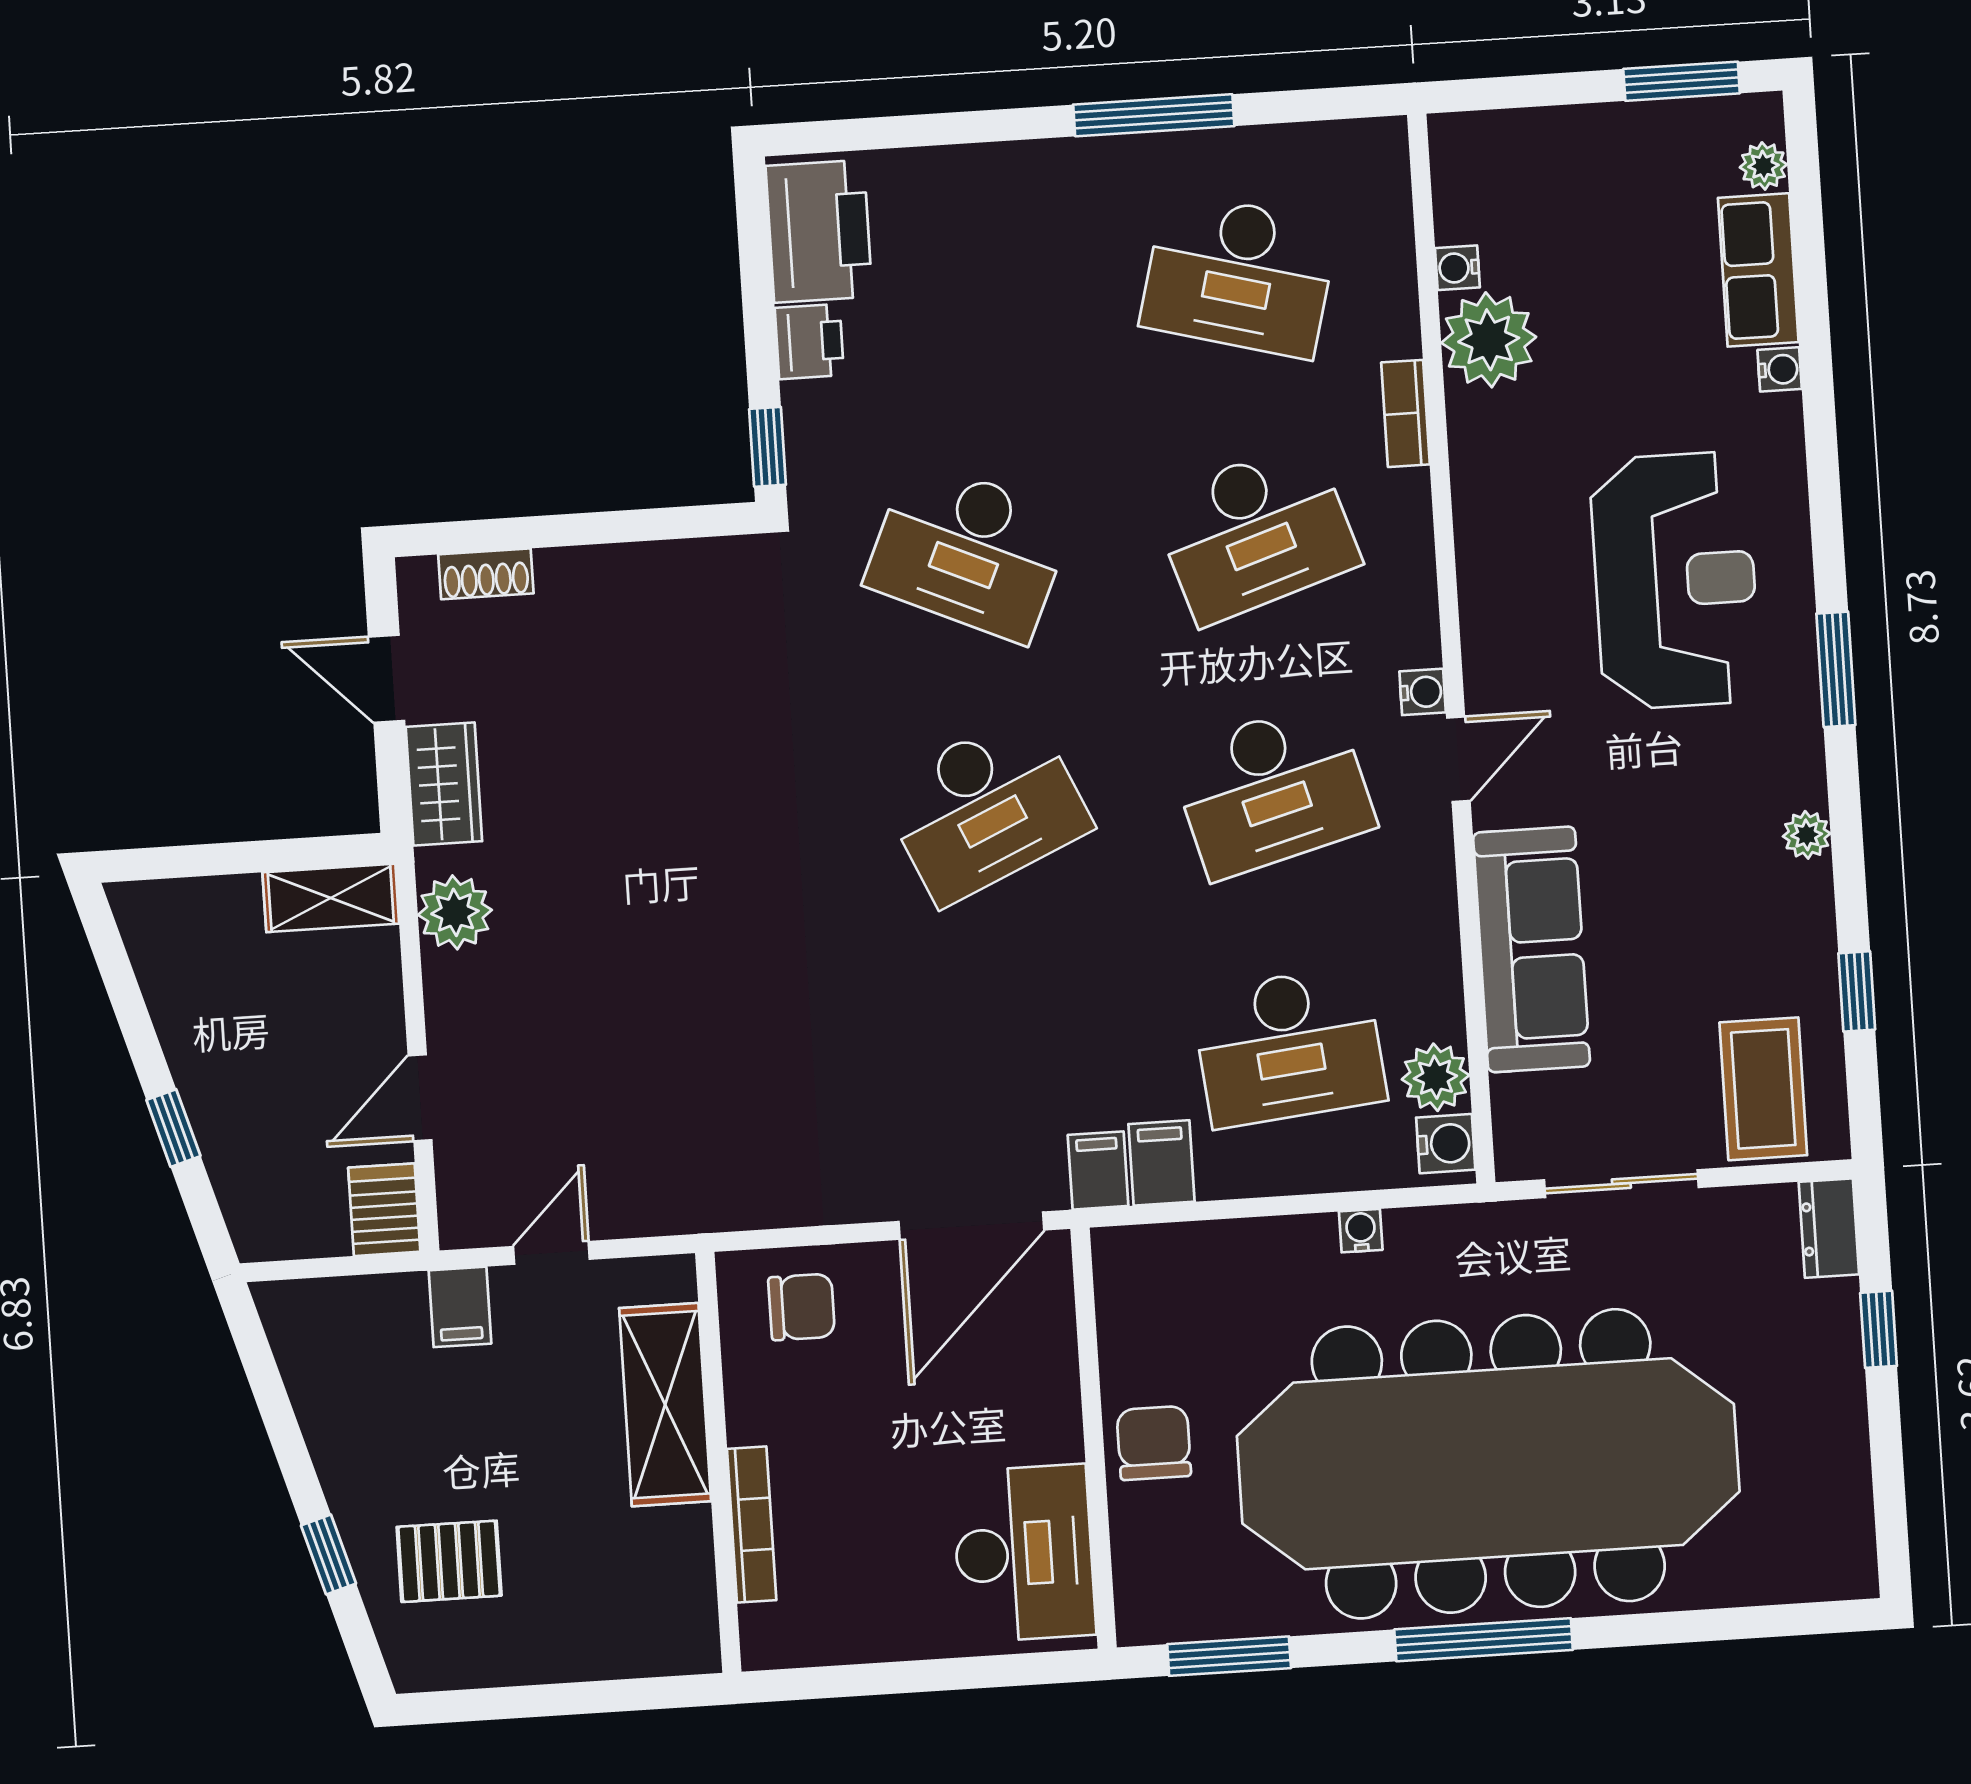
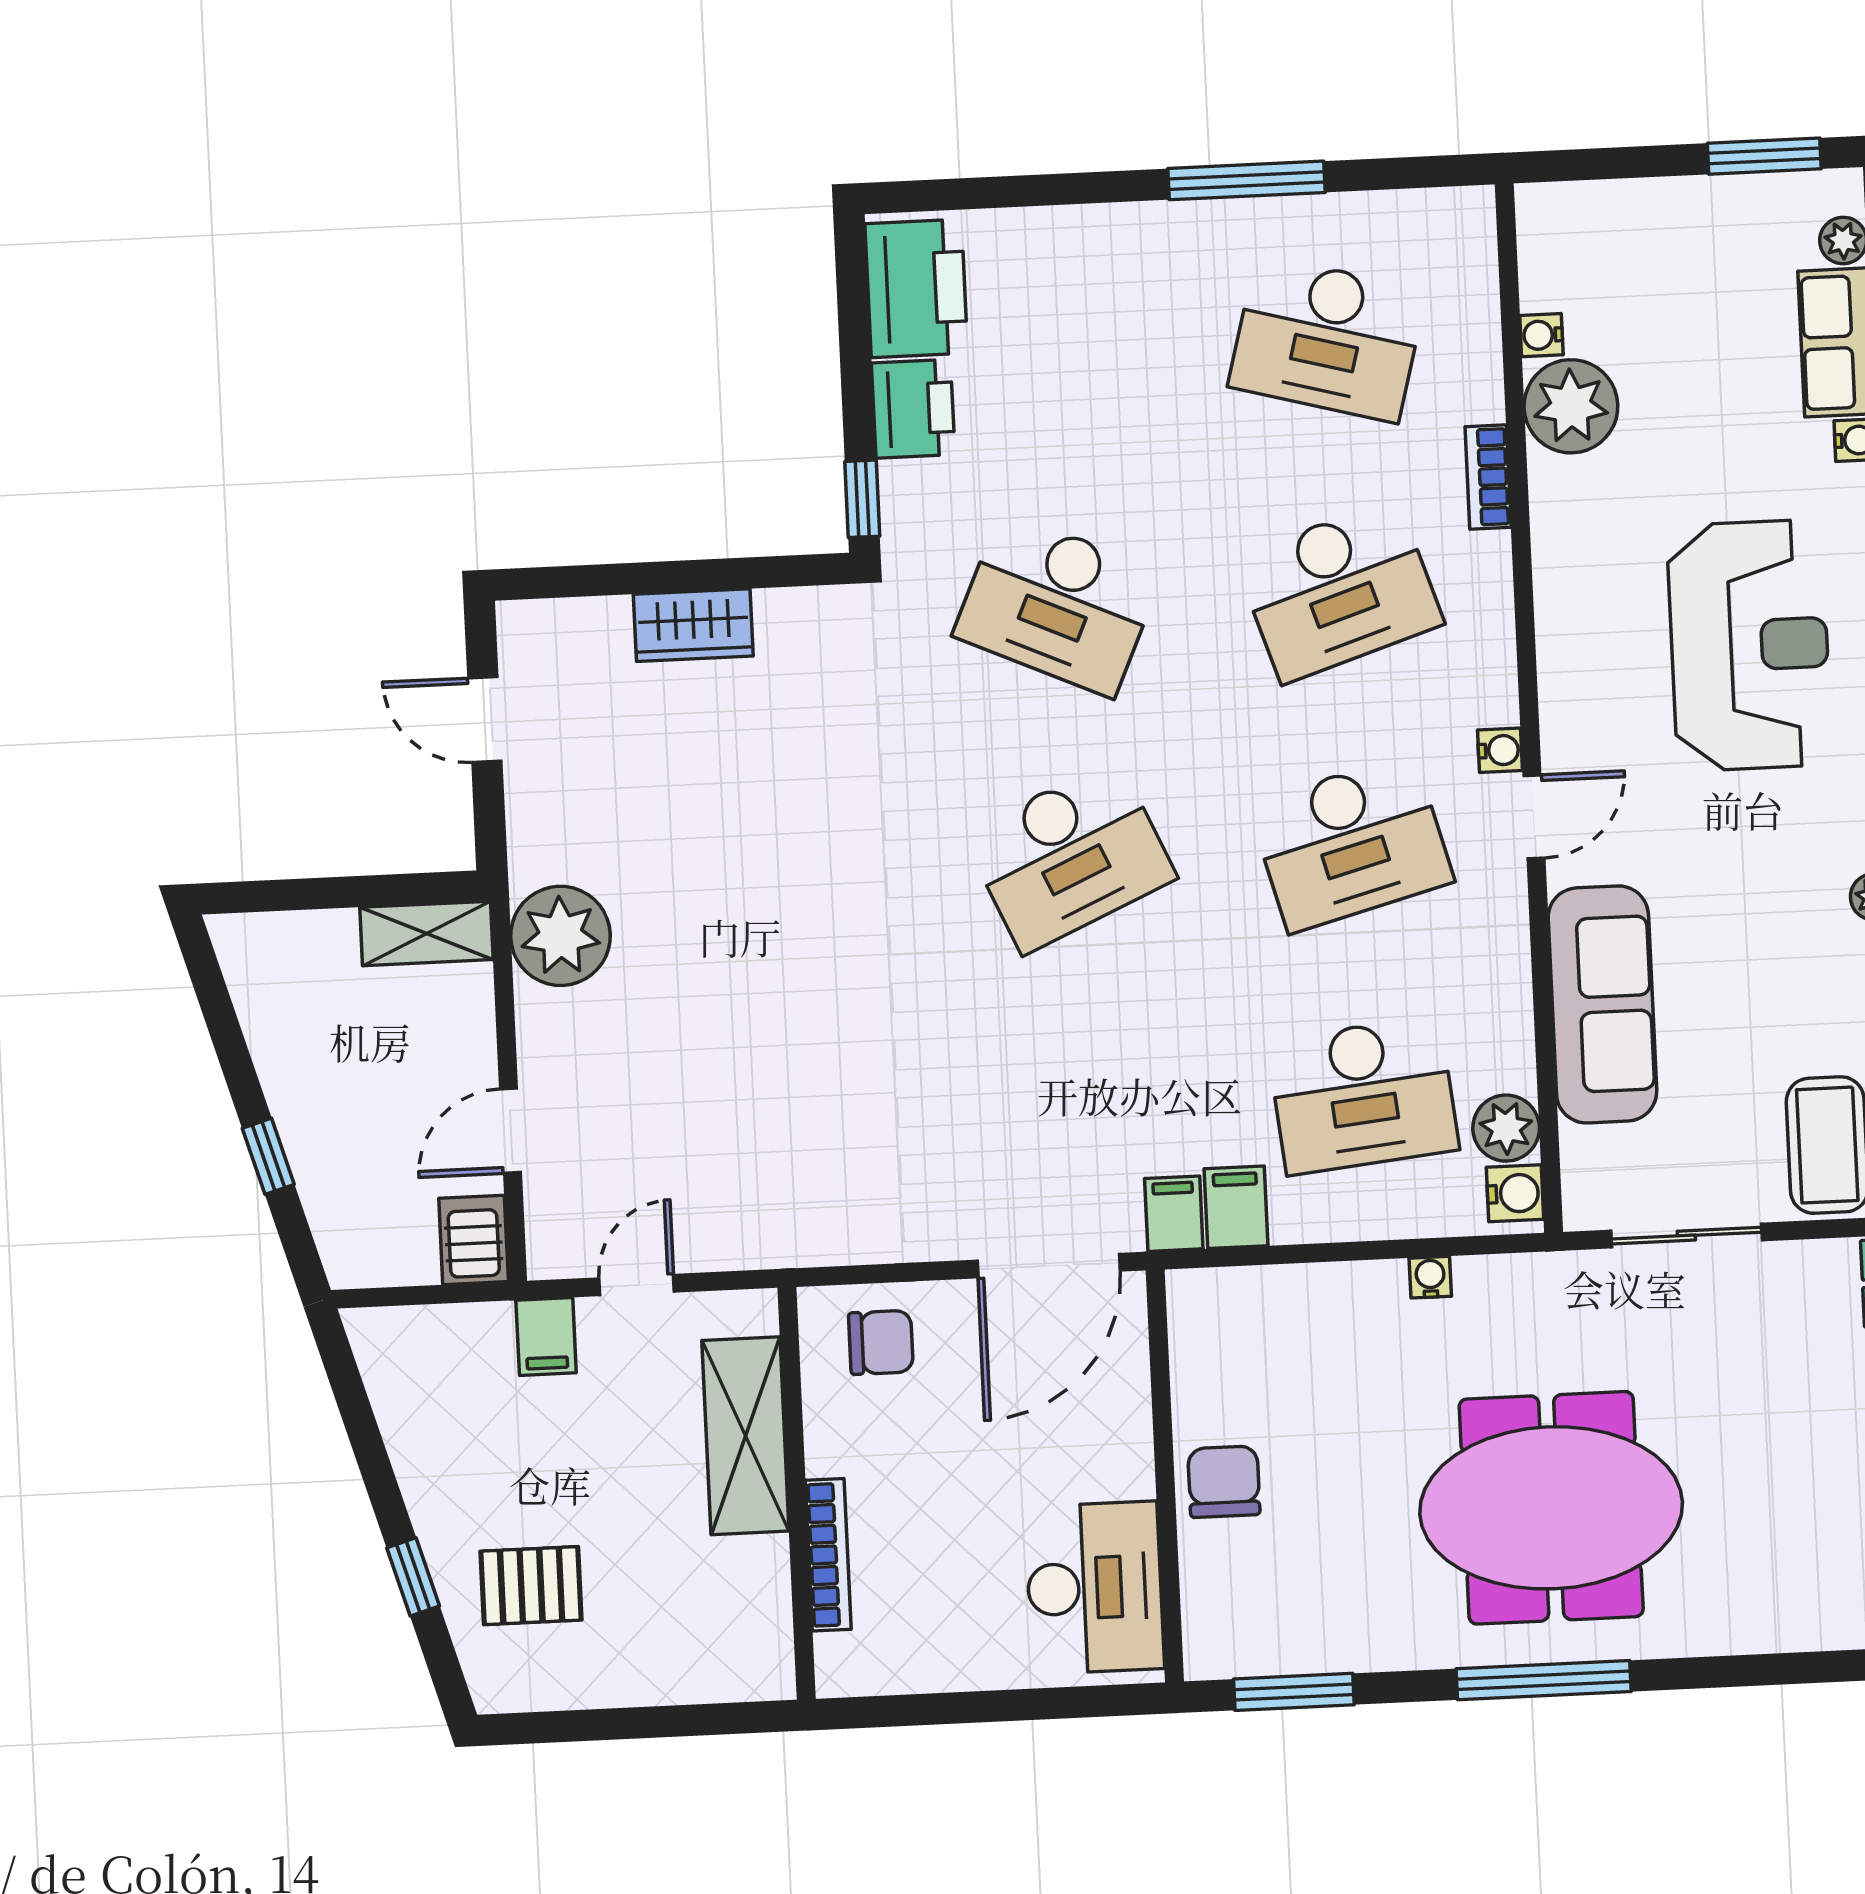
printer: (809, 342) -> (913, 409), width x1.36, depth x1.24
shoe rack: (486, 574) -> (584, 618), removed
wardrobe: (444, 784) -> (693, 625), moved, turned 90
plant: (455, 912) -> (560, 936), width x1.36, depth x1.36
meeting table: (1488, 1464) -> (1551, 1508), width x0.54, depth x0.79

